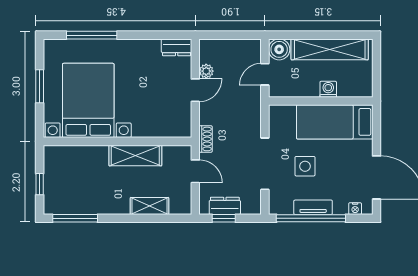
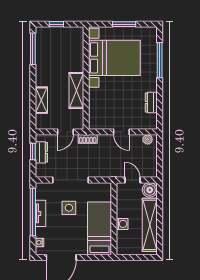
dresser: (177, 47) -> (151, 103), moved
plant: (206, 71) -> (148, 139), moved

